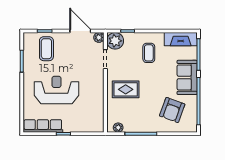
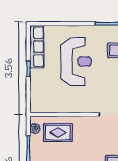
rug: (126, 89) -> (58, 133), moved, turned 90

